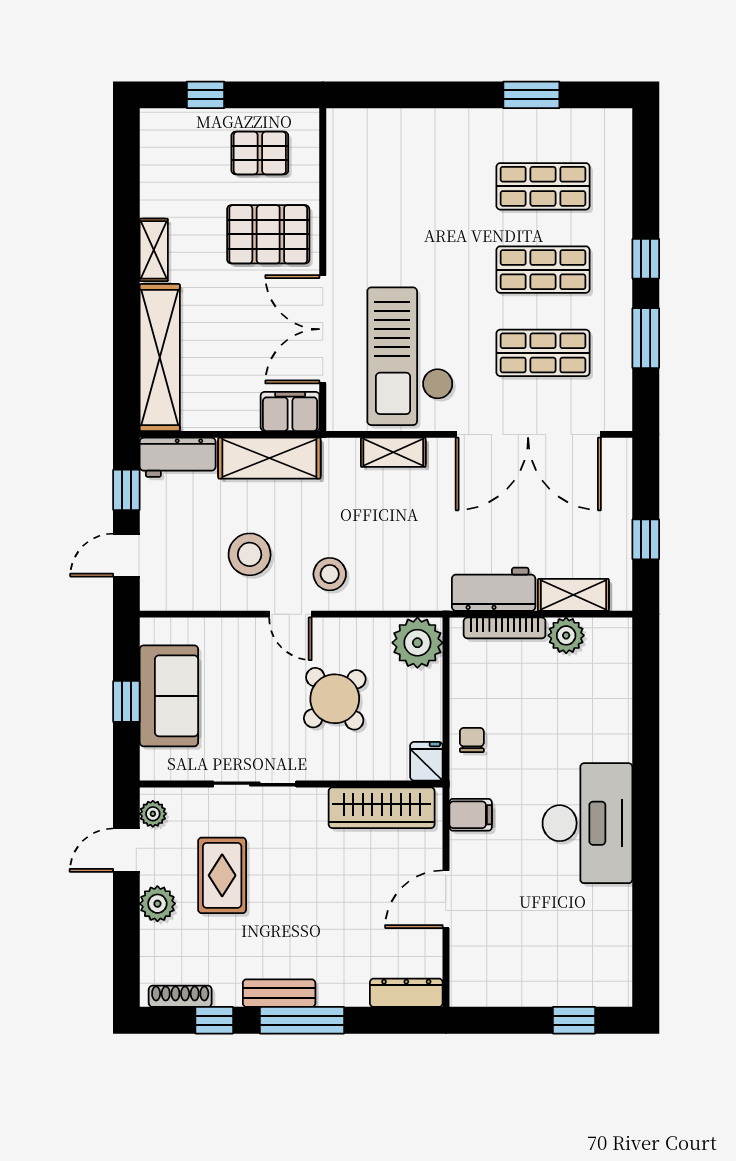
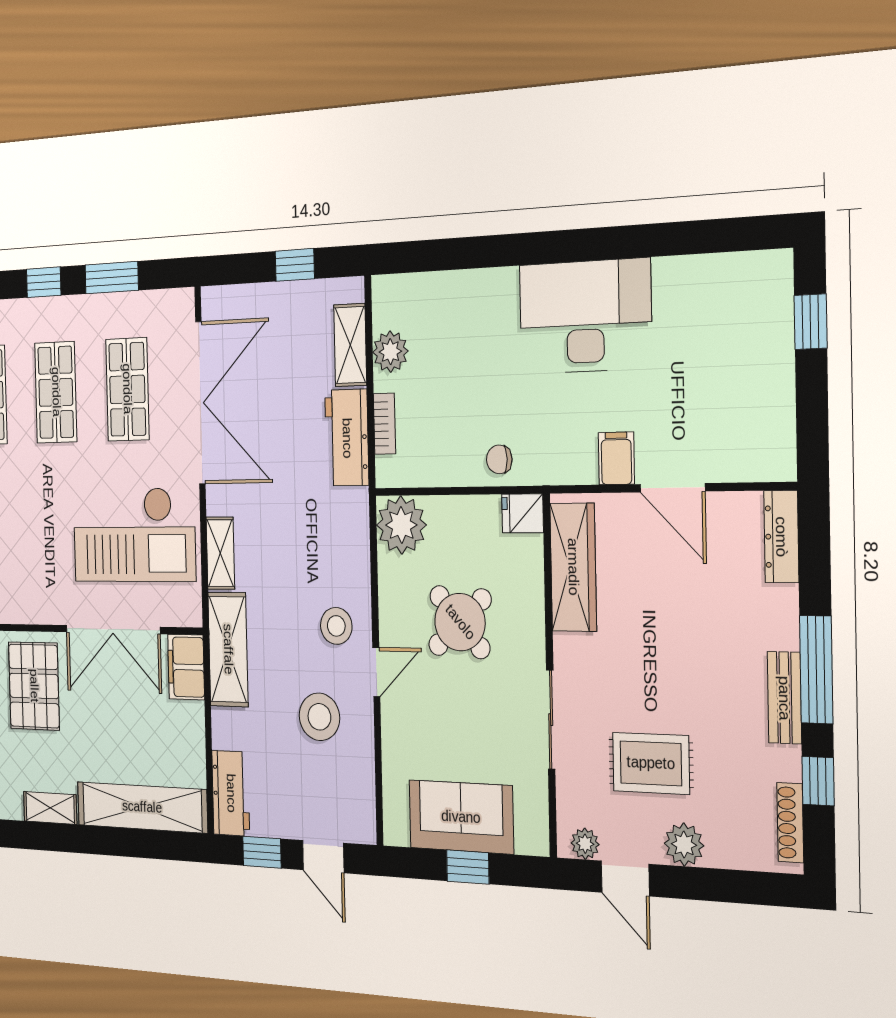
shelving: (269, 458) -> (228, 649), moved
bookcase: (505, 628) -> (384, 424), width x0.64
filing cabinet: (471, 815) -> (616, 458), moved

